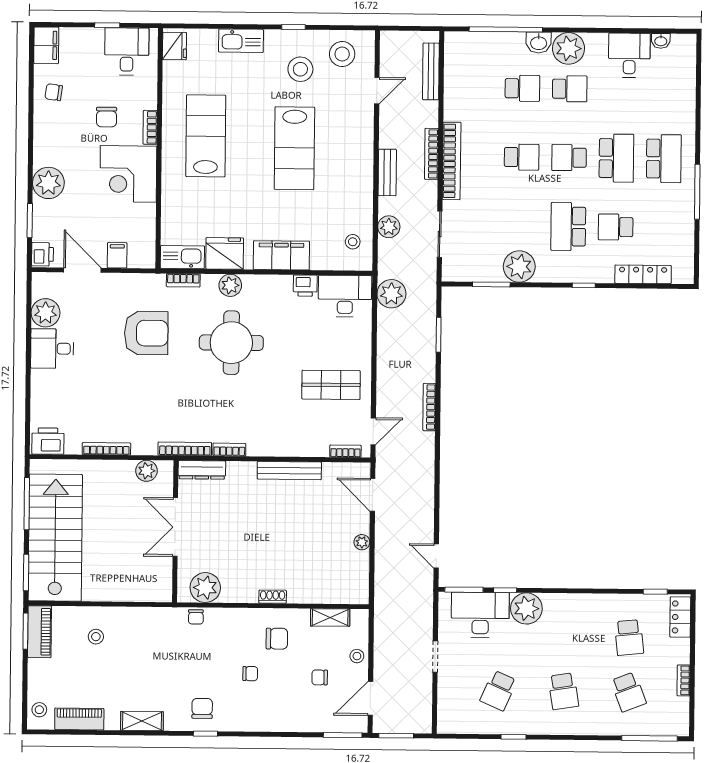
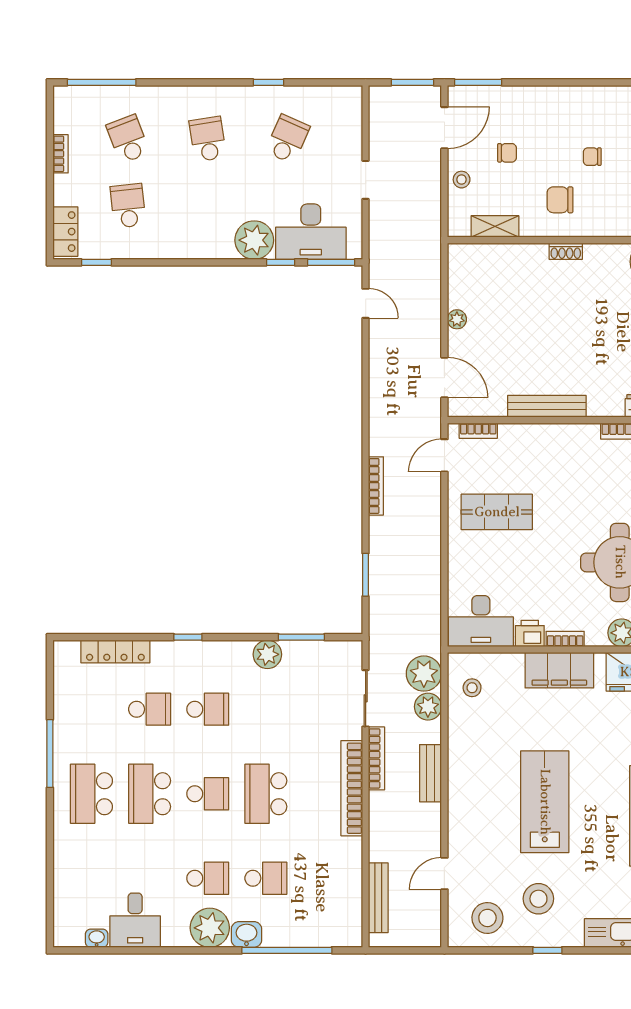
school desk: (522, 88) -> (266, 878), turned 180
school desk: (570, 89) -> (208, 878), turned 180
bookcase: (431, 154) -> (377, 758), moved
school desk: (522, 157) -> (266, 794), width x1.85
school desk: (568, 227) -> (208, 709), width x0.54
plant: (519, 267) -> (267, 654), width x0.73, depth x0.73
bookcase: (276, 281) -> (565, 639), added
plant: (391, 294) -> (424, 674), moved

